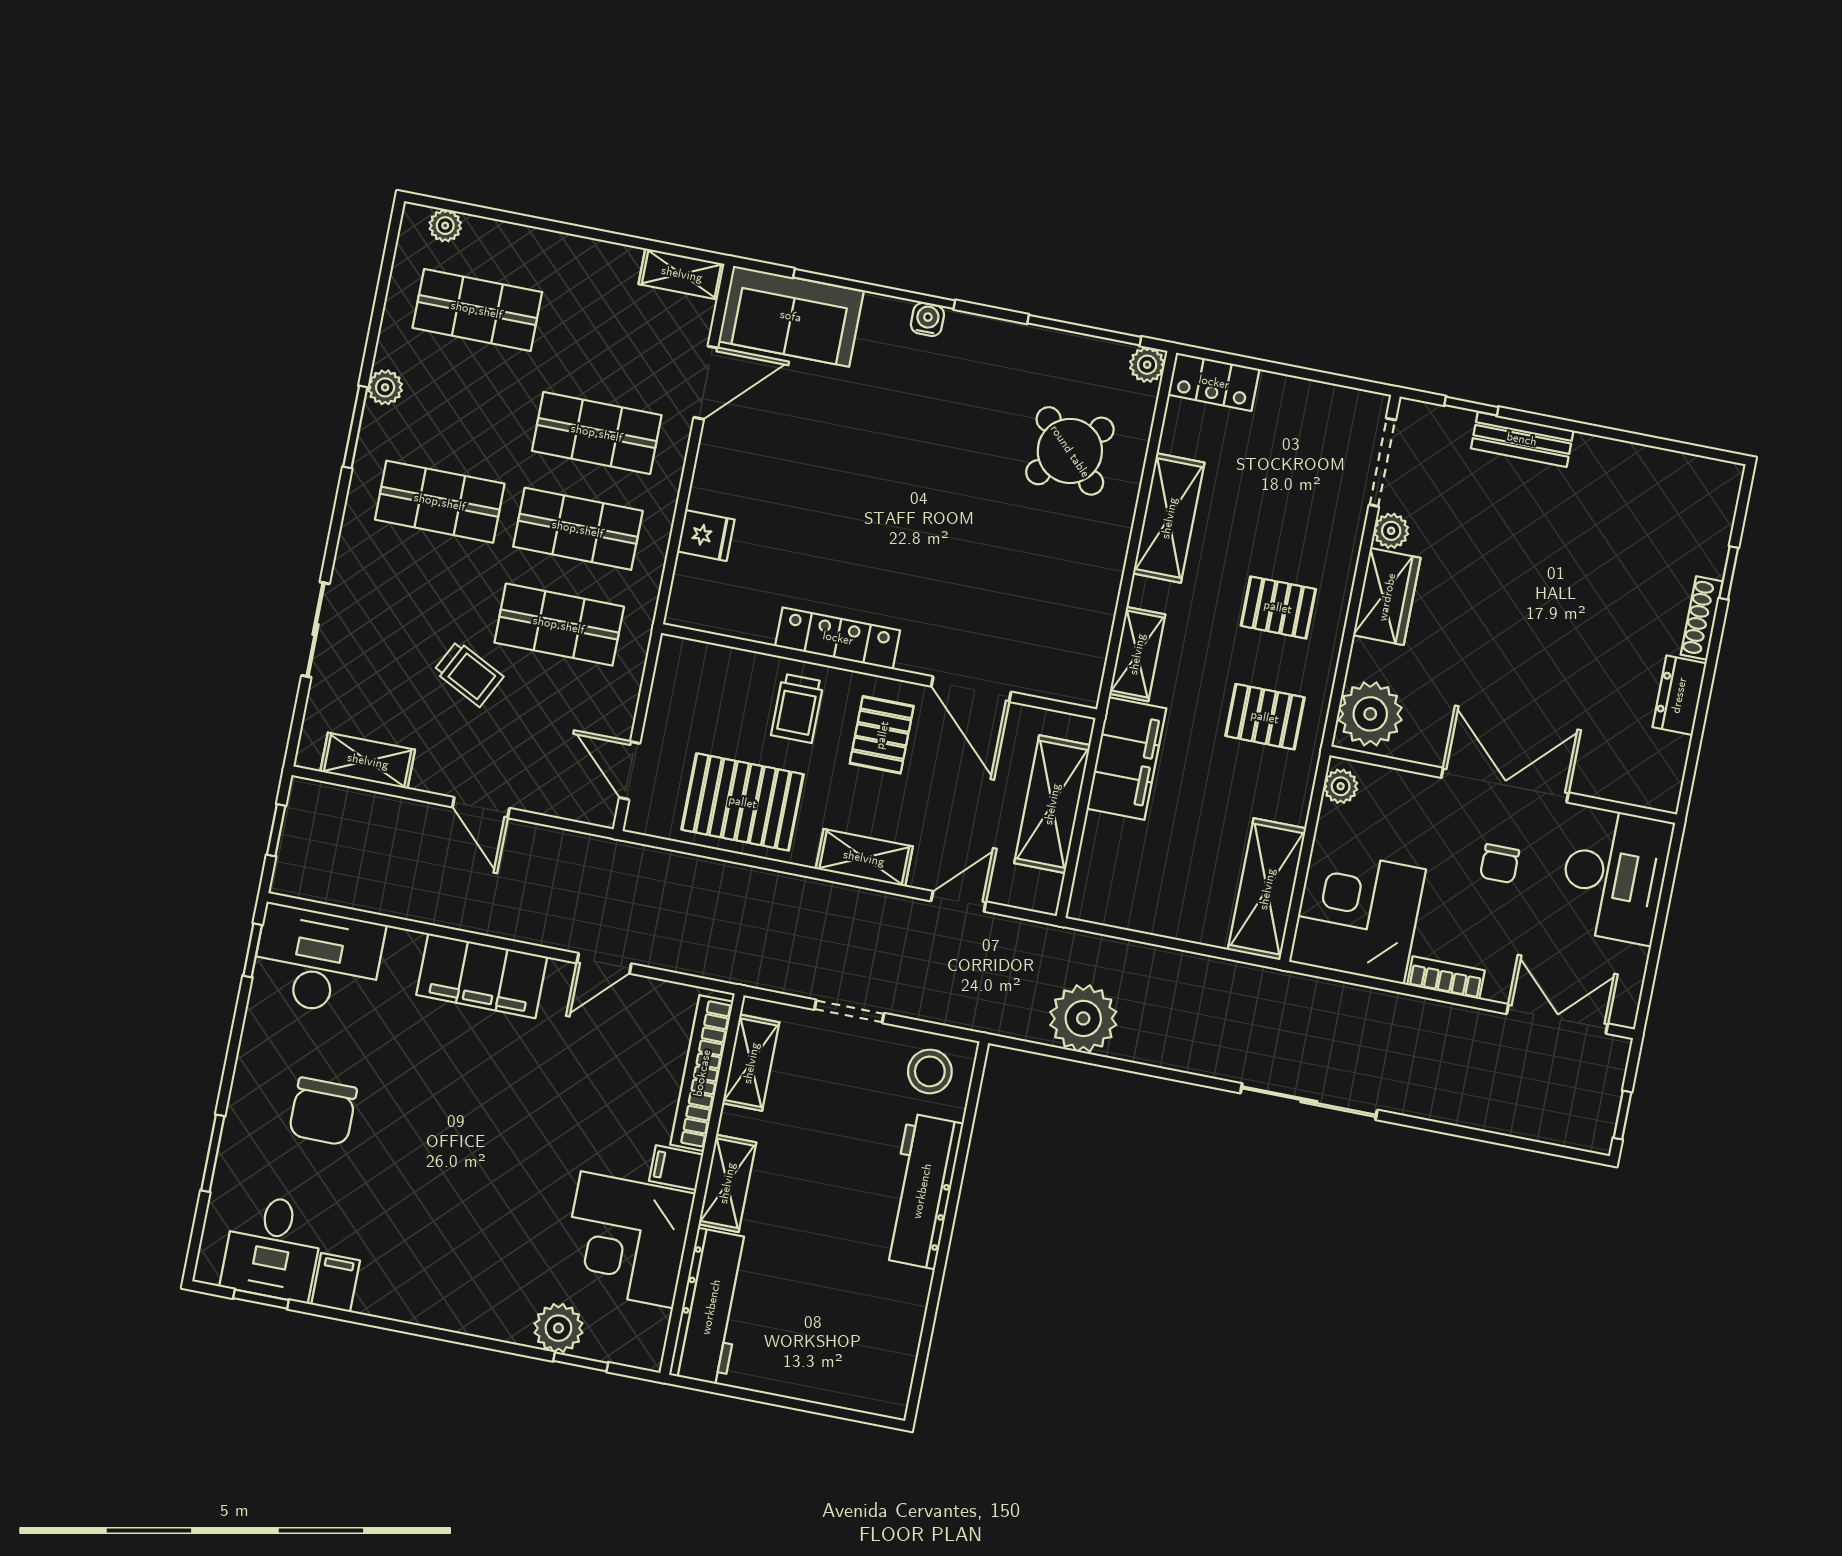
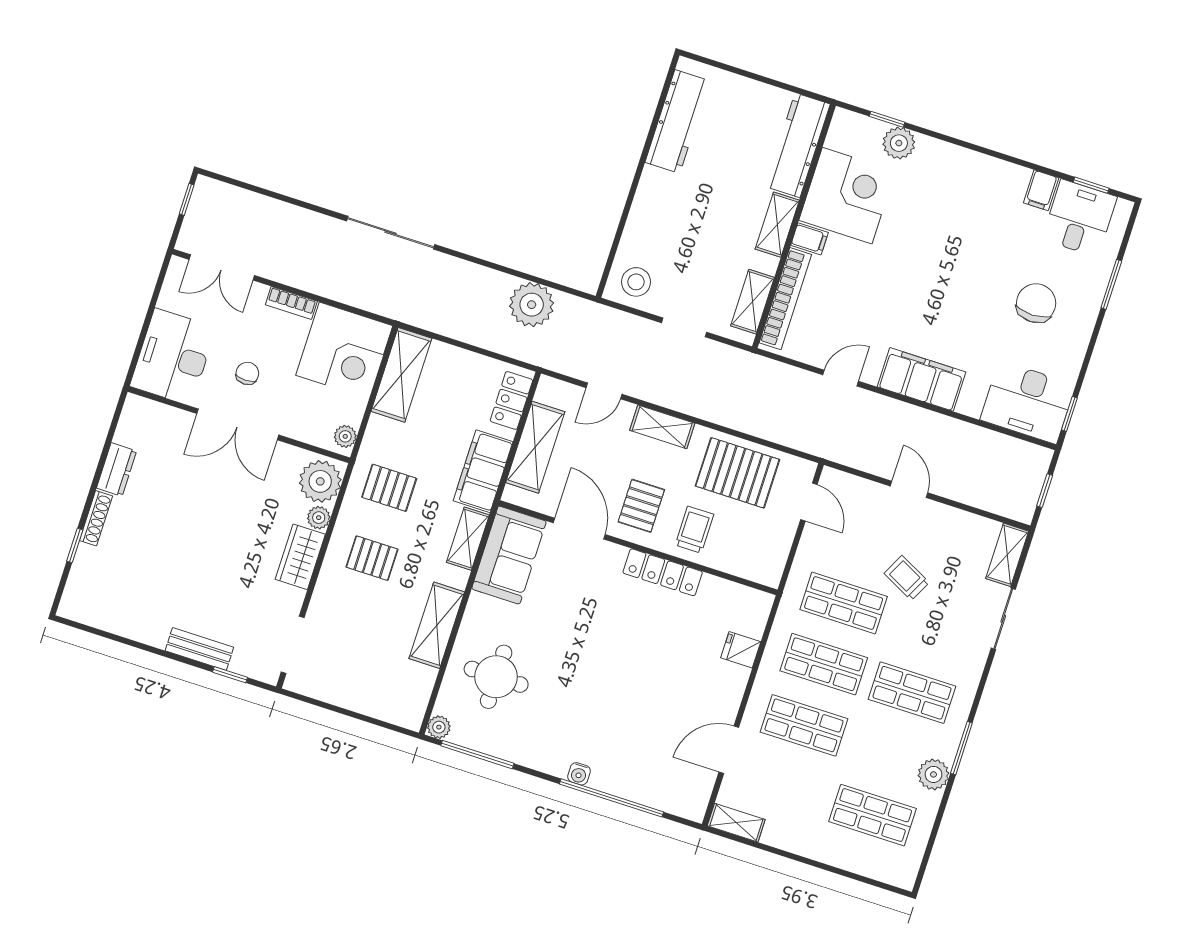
plant: (445, 226) -> (887, 873), removed
sofa: (791, 316) -> (509, 555), moved, turned 90
locker: (1214, 382) -> (511, 400), moved, turned -90
plant: (385, 387) -> (934, 774), width x1.38, depth x1.38
round table: (1070, 451) -> (496, 677), turned 45
plant: (1391, 531) -> (319, 518), moved
shelving: (368, 761) -> (1007, 555), moved, turned 90
workbench: (922, 1191) -> (677, 121), moved

